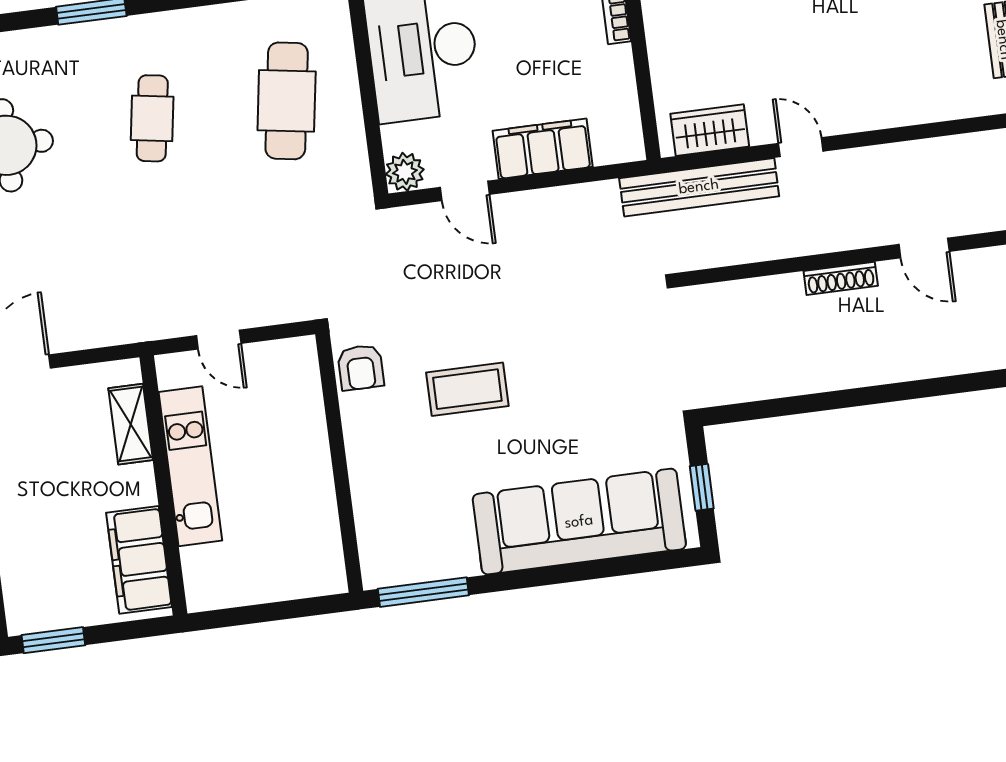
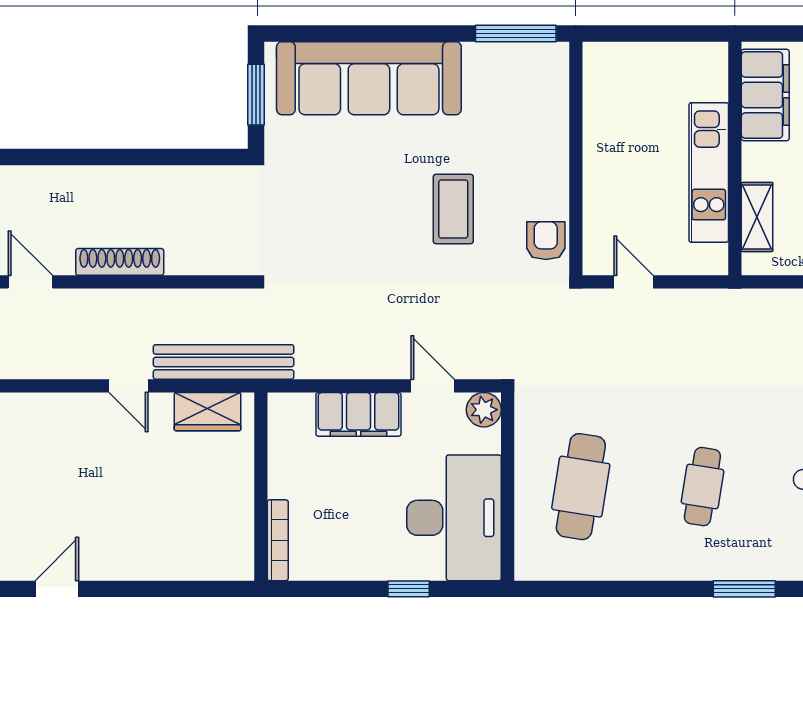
shoe rack: (841, 278) -> (120, 262), width x1.36, depth x1.24
door: (219, 340) -> (633, 282), moved
coffee table: (467, 389) -> (453, 209), turned 90
window: (702, 487) -> (256, 95), width x1.50

